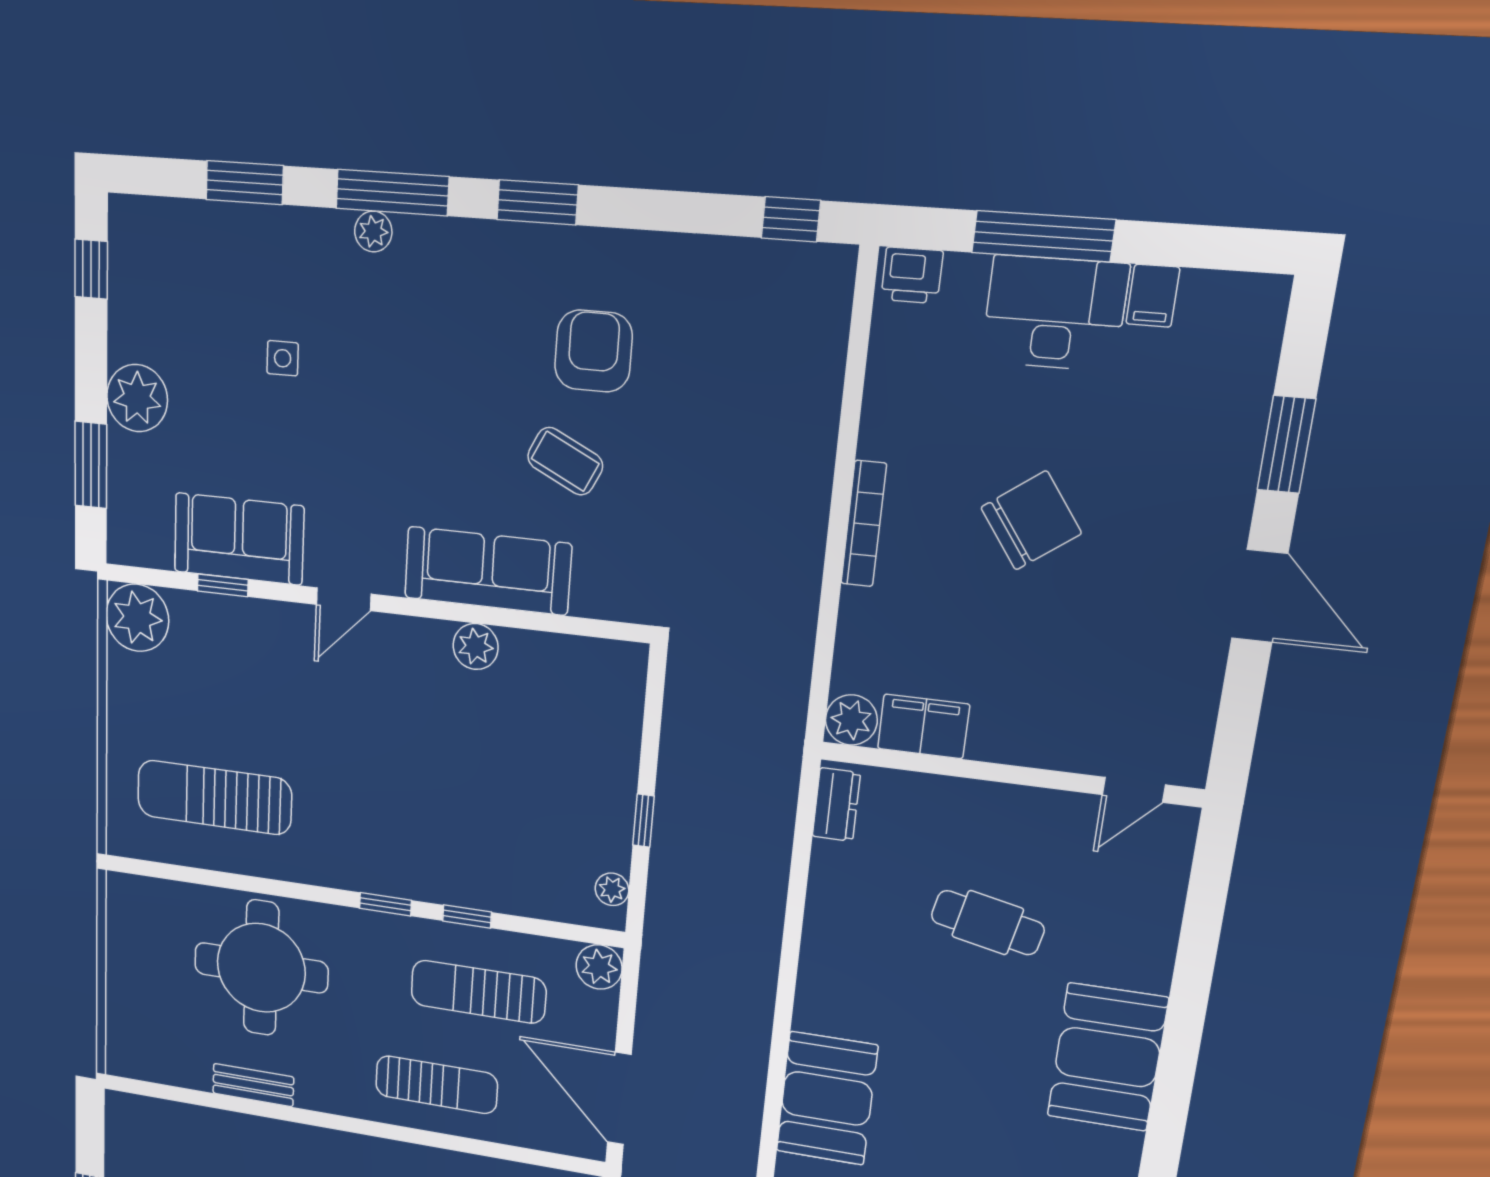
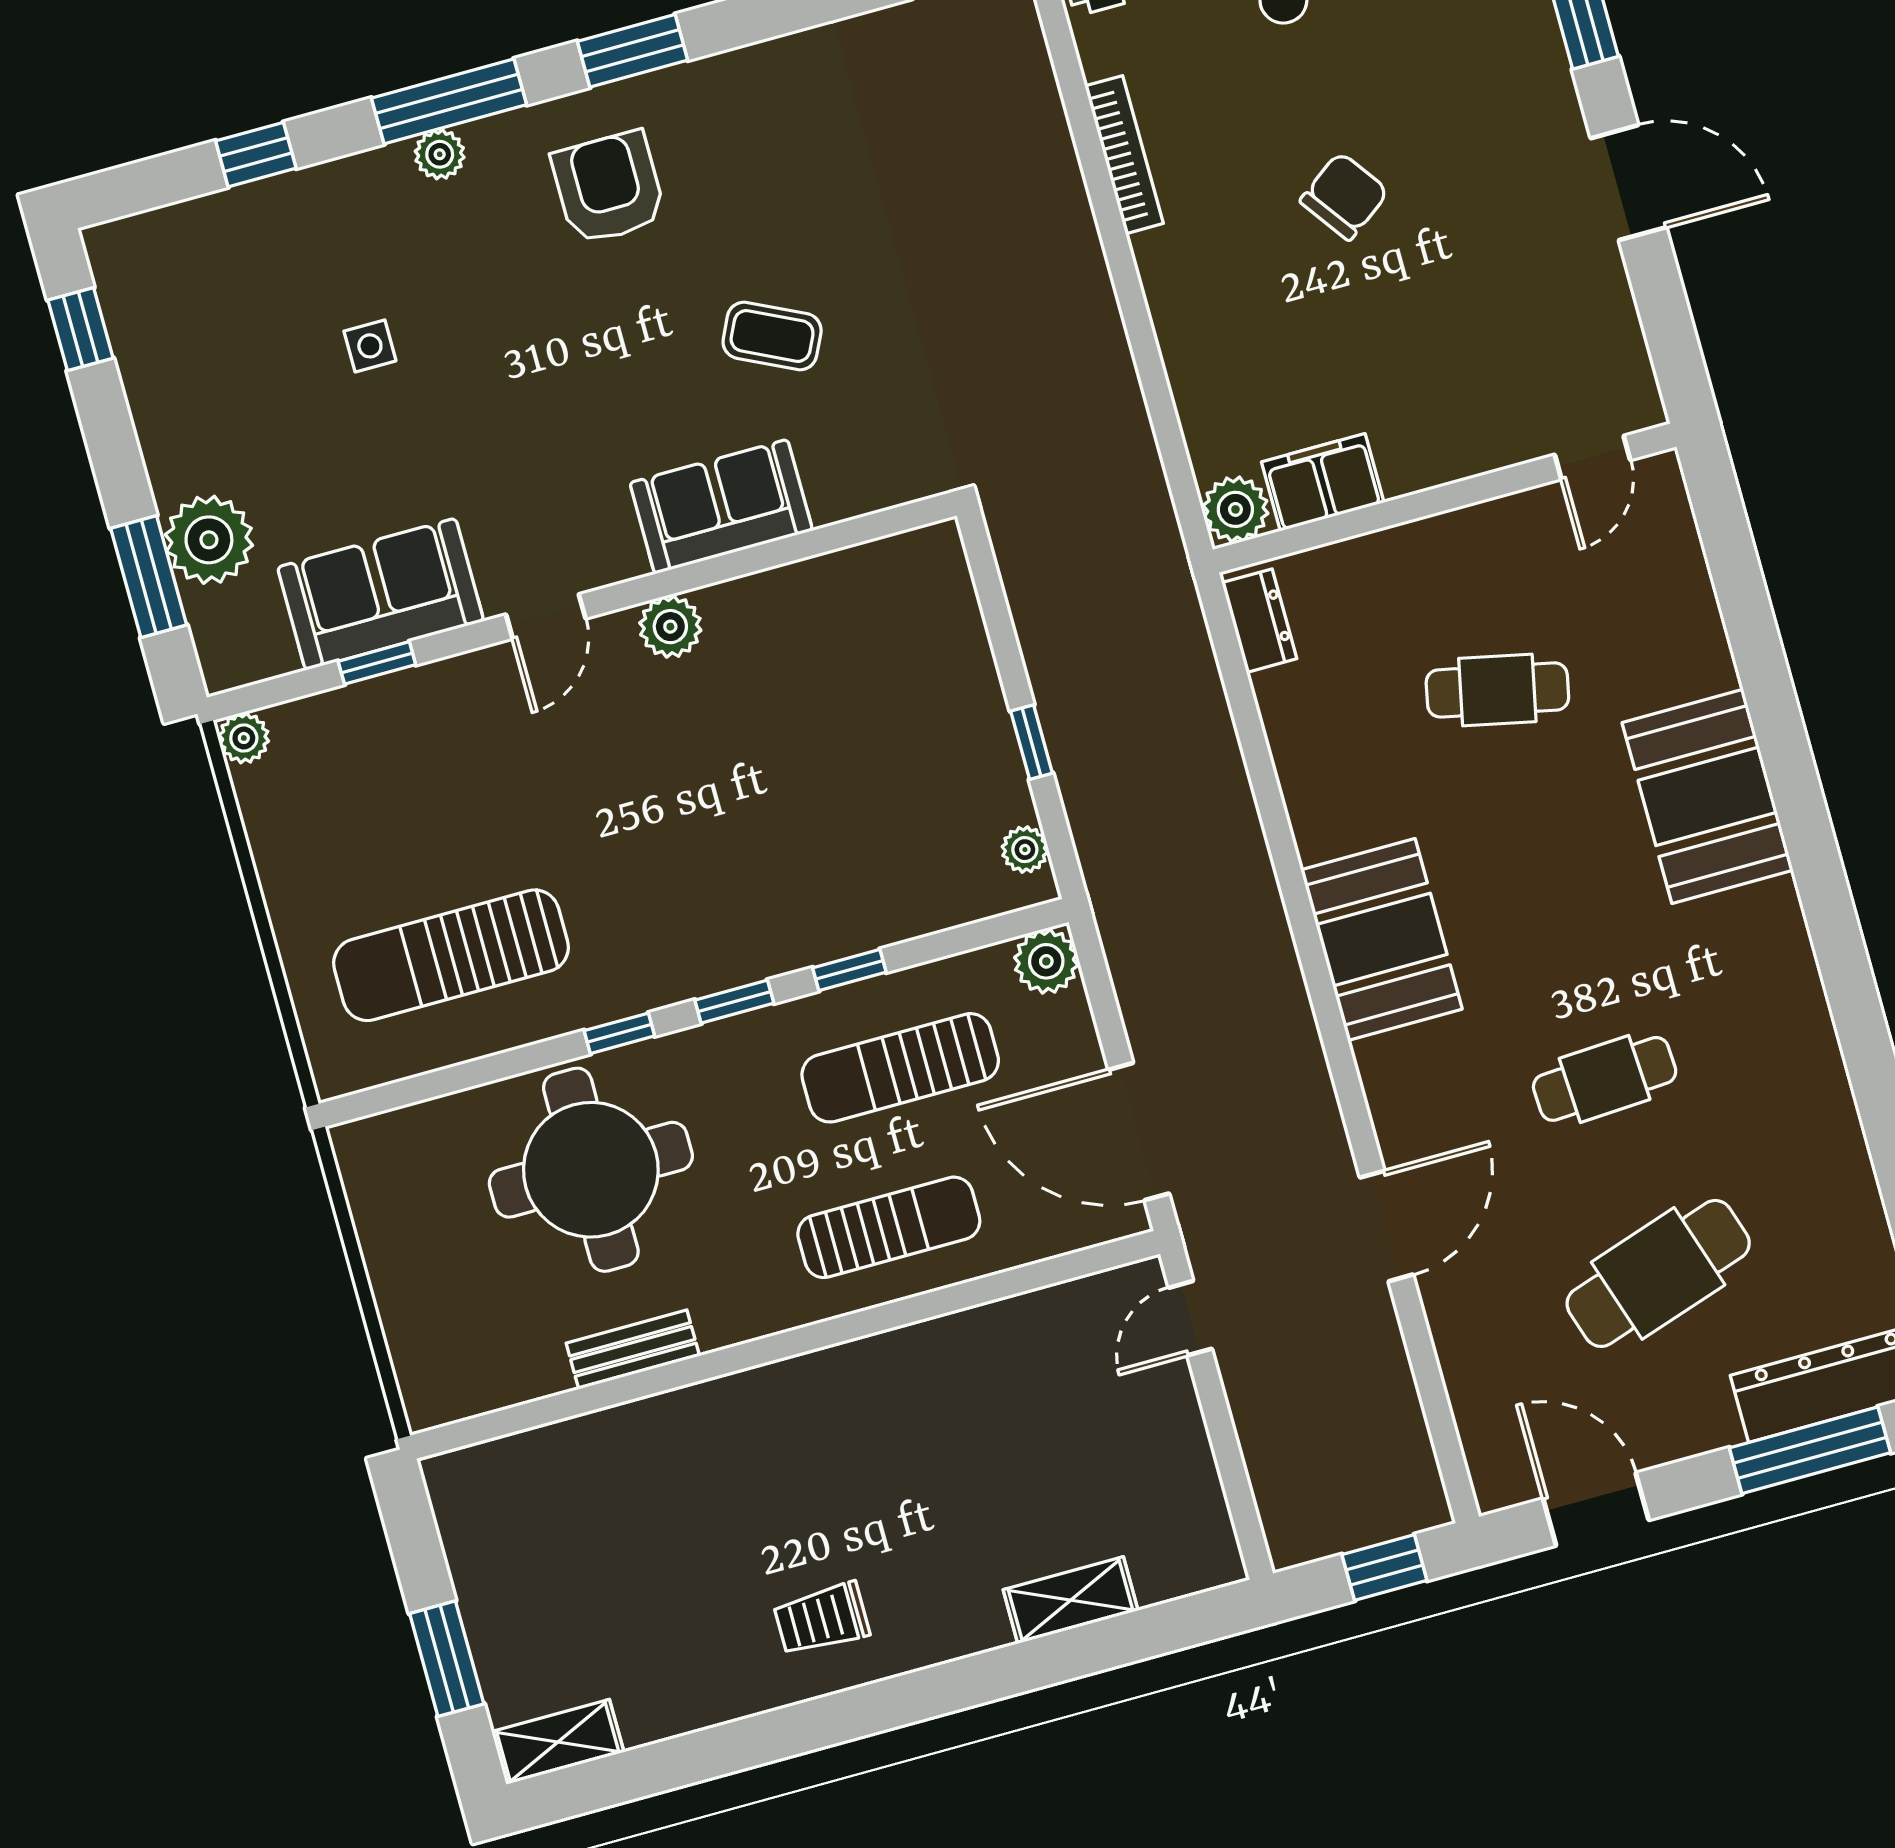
window: (245, 183) -> (256, 155), width x0.67
armchair: (593, 351) -> (609, 188), moved
plant: (137, 398) -> (209, 540), moved
chair: (1031, 520) -> (1344, 196), width x0.73, depth x0.73
bookcase: (864, 524) -> (1124, 155), moved
sofa: (488, 571) -> (721, 507), width x0.73
plant: (137, 618) -> (244, 738), width x0.53, depth x0.53
plant: (476, 646) -> (670, 627), moved
window: (306, 892) -> (619, 1033), added
booth: (827, 1098) -> (1381, 940), moved

